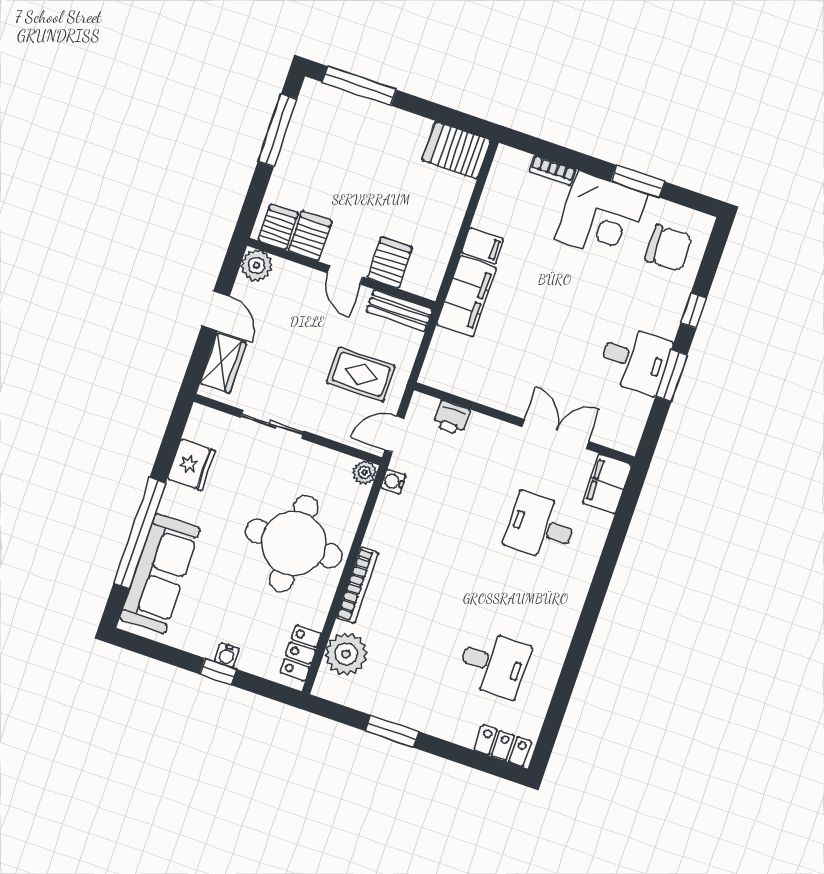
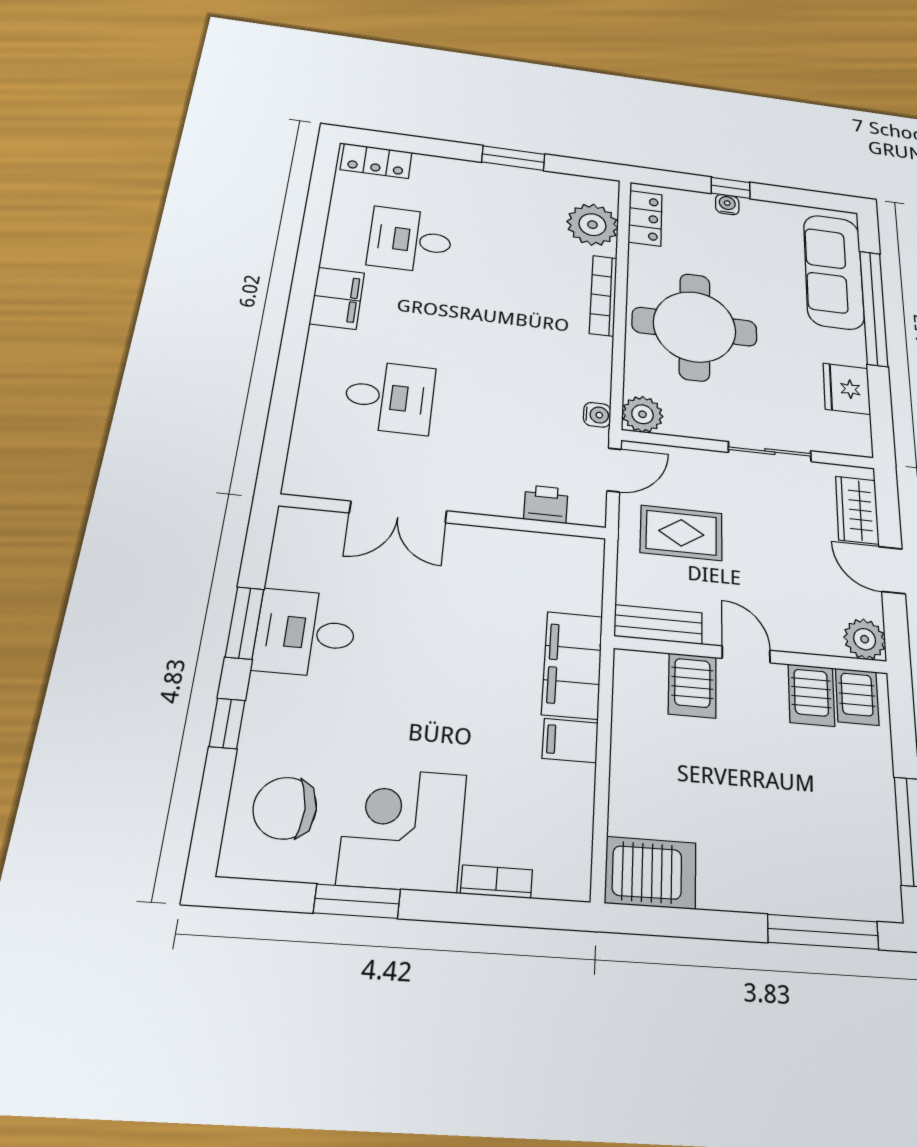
plant: (365, 473) -> (643, 414), width x1.38, depth x1.38
filing cabinet: (607, 484) -> (337, 298), moved

